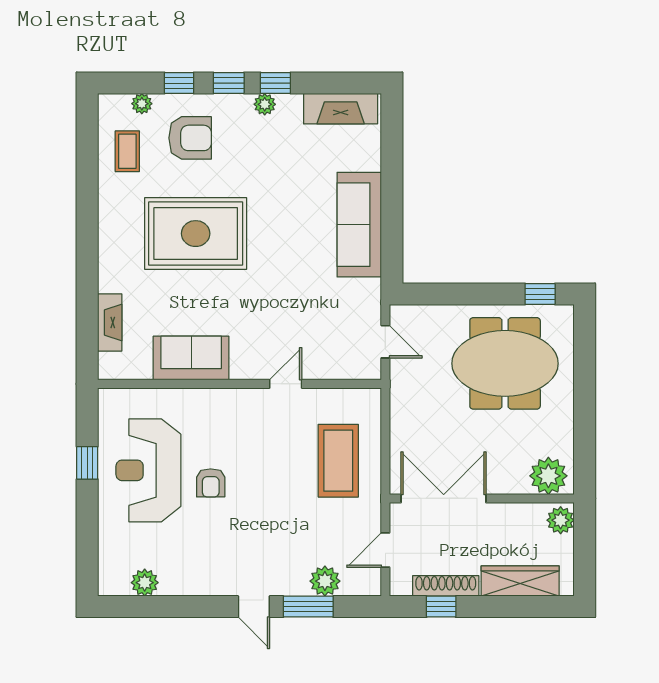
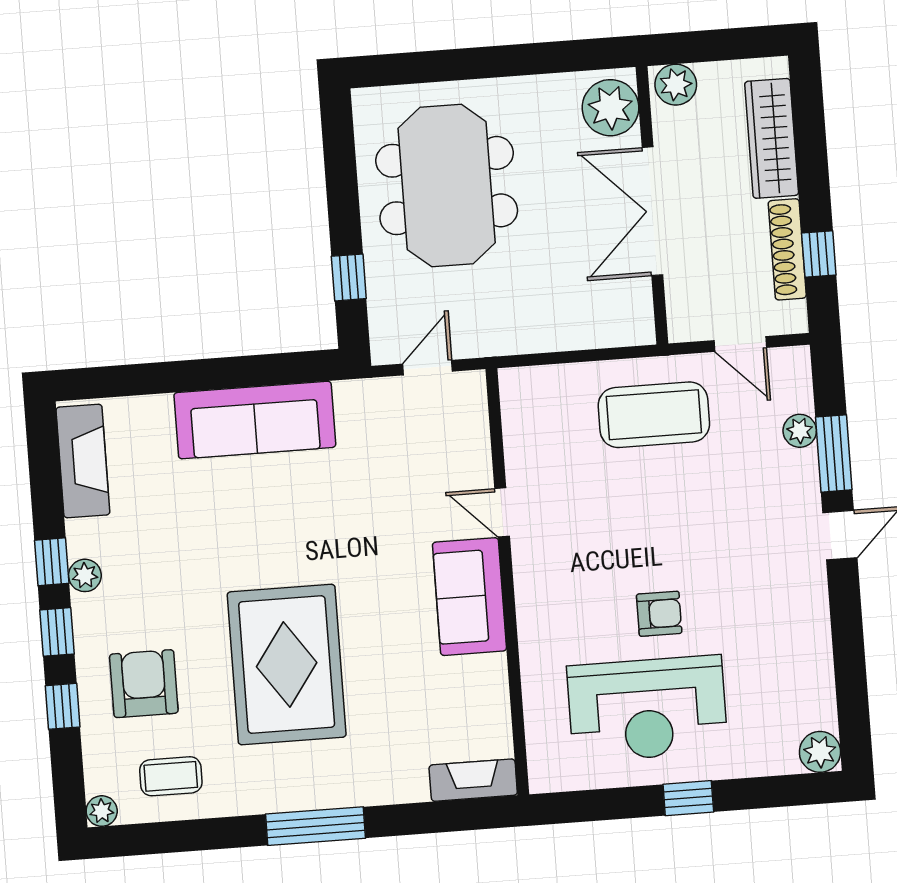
plant: (142, 104) -> (102, 811), moved
window: (87, 245) -> (315, 826), added
window: (540, 294) -> (349, 277), moved
fireplace: (110, 323) -> (473, 780), moved
sofa: (191, 358) -> (469, 597), moved
coffee table: (338, 461) -> (654, 415), moved
window: (87, 463) -> (688, 798), moved
double door: (444, 498) -> (652, 211), moved
plant: (325, 581) -> (800, 431), width x0.73, depth x0.73
plant: (145, 583) -> (820, 752), moved

